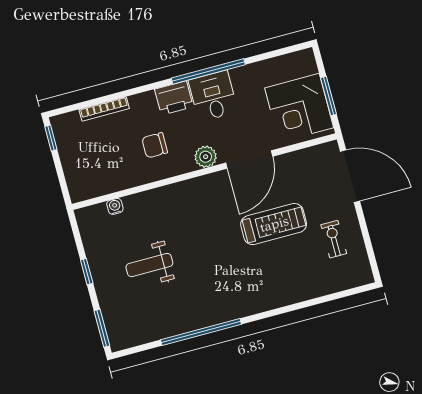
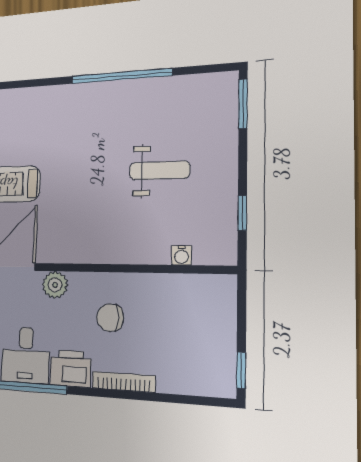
bookcase: (104, 109) -> (124, 382), moved
chair: (155, 145) -> (110, 318), turned 180
window: (87, 272) -> (242, 213), moved

